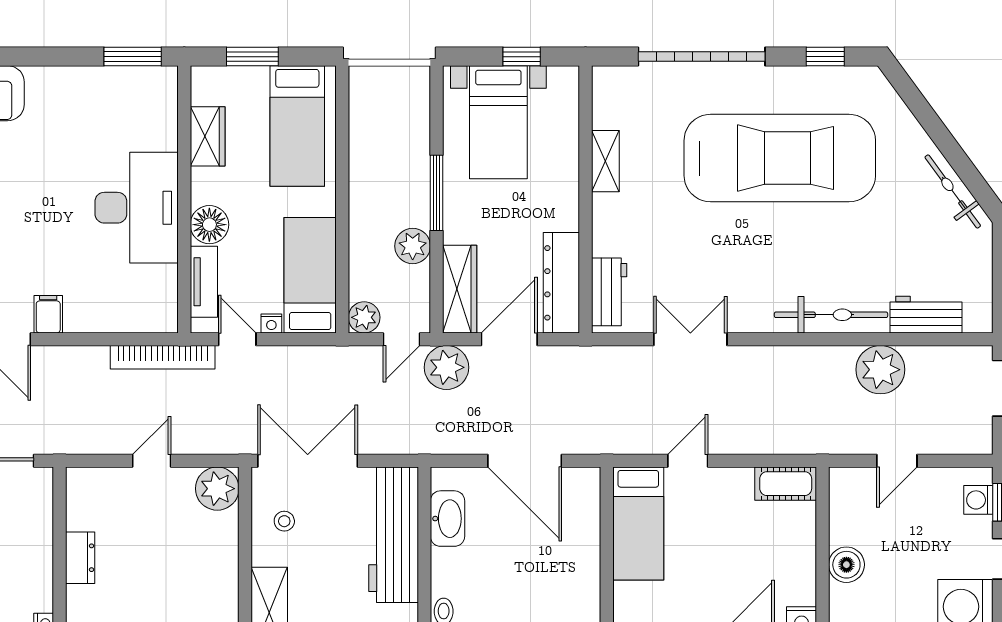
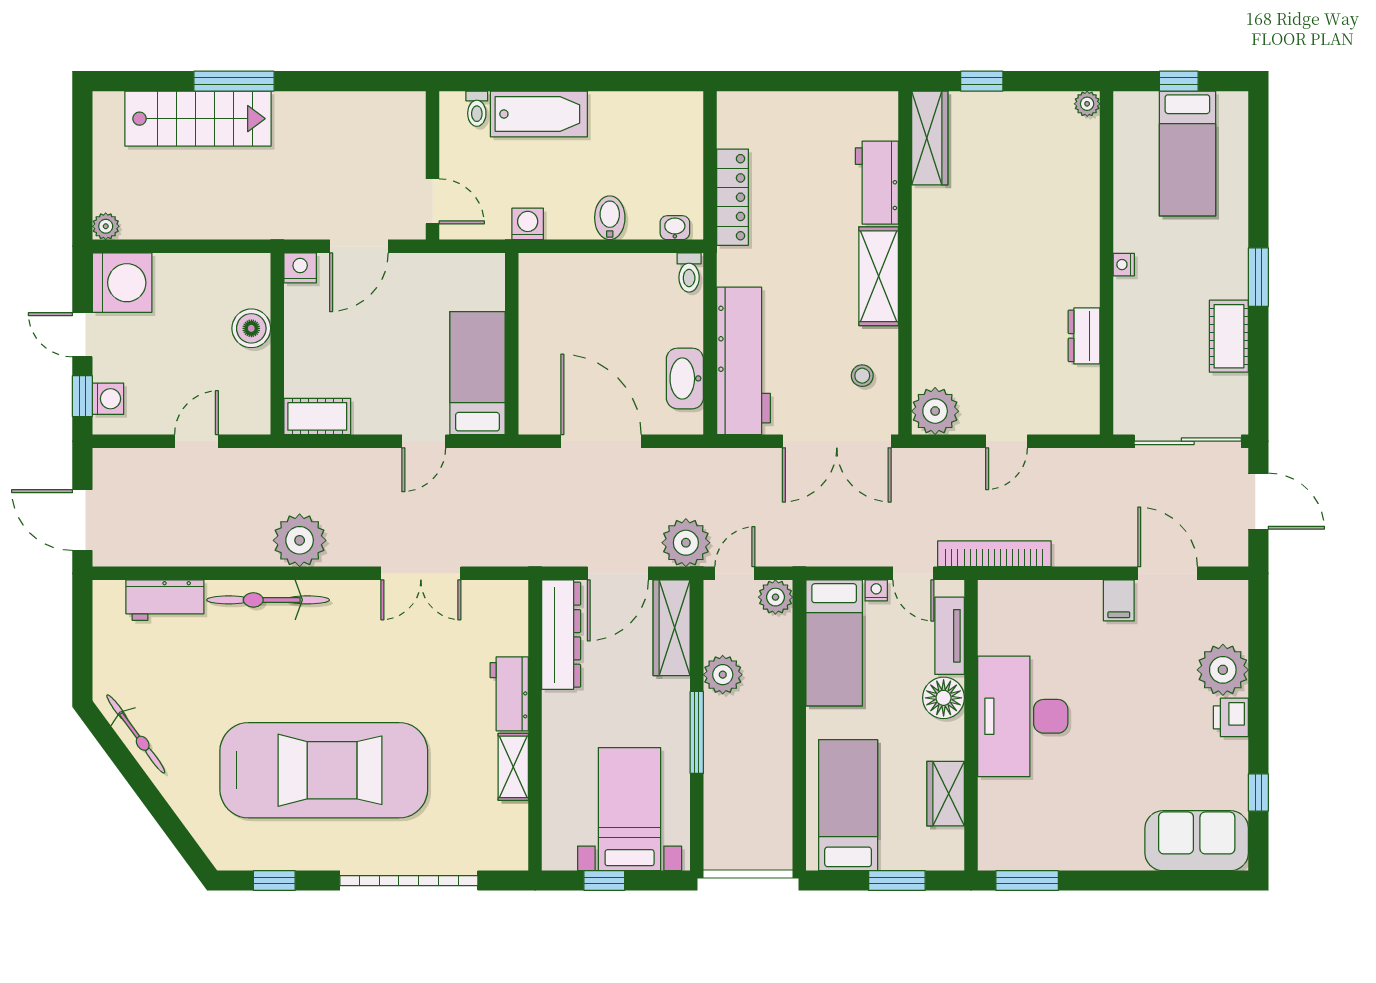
car: (780, 158) -> (324, 770), turned 180
workbench: (609, 292) -> (509, 694), moved
plant: (880, 370) -> (300, 540), moved

